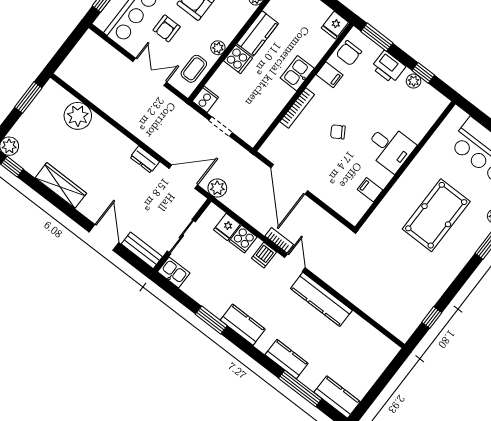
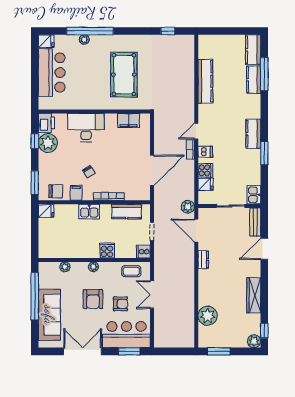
kitchen counter: (258, 33) -> (127, 212), moved, turned 180
plant: (218, 48) -> (93, 267), moved
printer: (388, 67) -> (46, 123), moved
plant: (414, 81) -> (48, 143), width x1.87, depth x1.87
chair: (338, 132) -> (89, 172), moved
desk: (390, 148) -> (86, 128), width x1.37
filing cabinet: (370, 190) -> (129, 121), width x2.00
pool table: (436, 215) -> (124, 75), moved, turned 90
kitchen counter: (321, 299) -> (205, 81), moved
kitchen counter: (287, 359) -> (254, 80), moved

